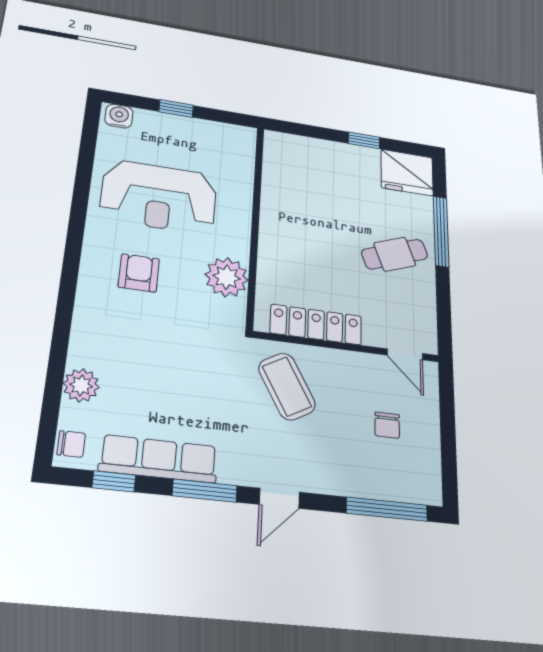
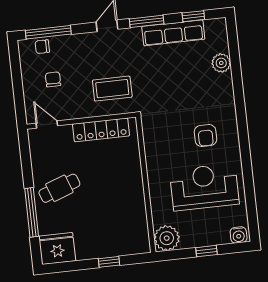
window: (364, 140) -> (109, 262), moved
plant: (227, 277) -> (167, 238), moved
coffee table: (287, 386) -> (112, 89), turned -61
chair: (71, 444) -> (42, 47), moved

